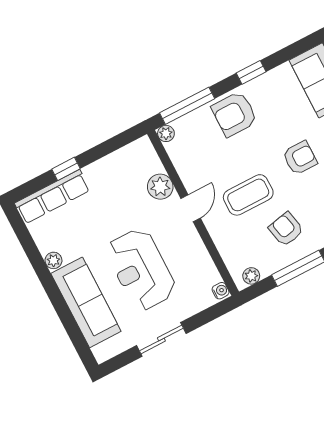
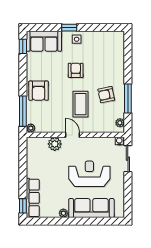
window: (251, 72) -> (23, 46), moved
window: (66, 169) -> (23, 206), moved
reception desk: (141, 269) -> (89, 174), turned 180
sliding door: (161, 339) -> (128, 159), moved

